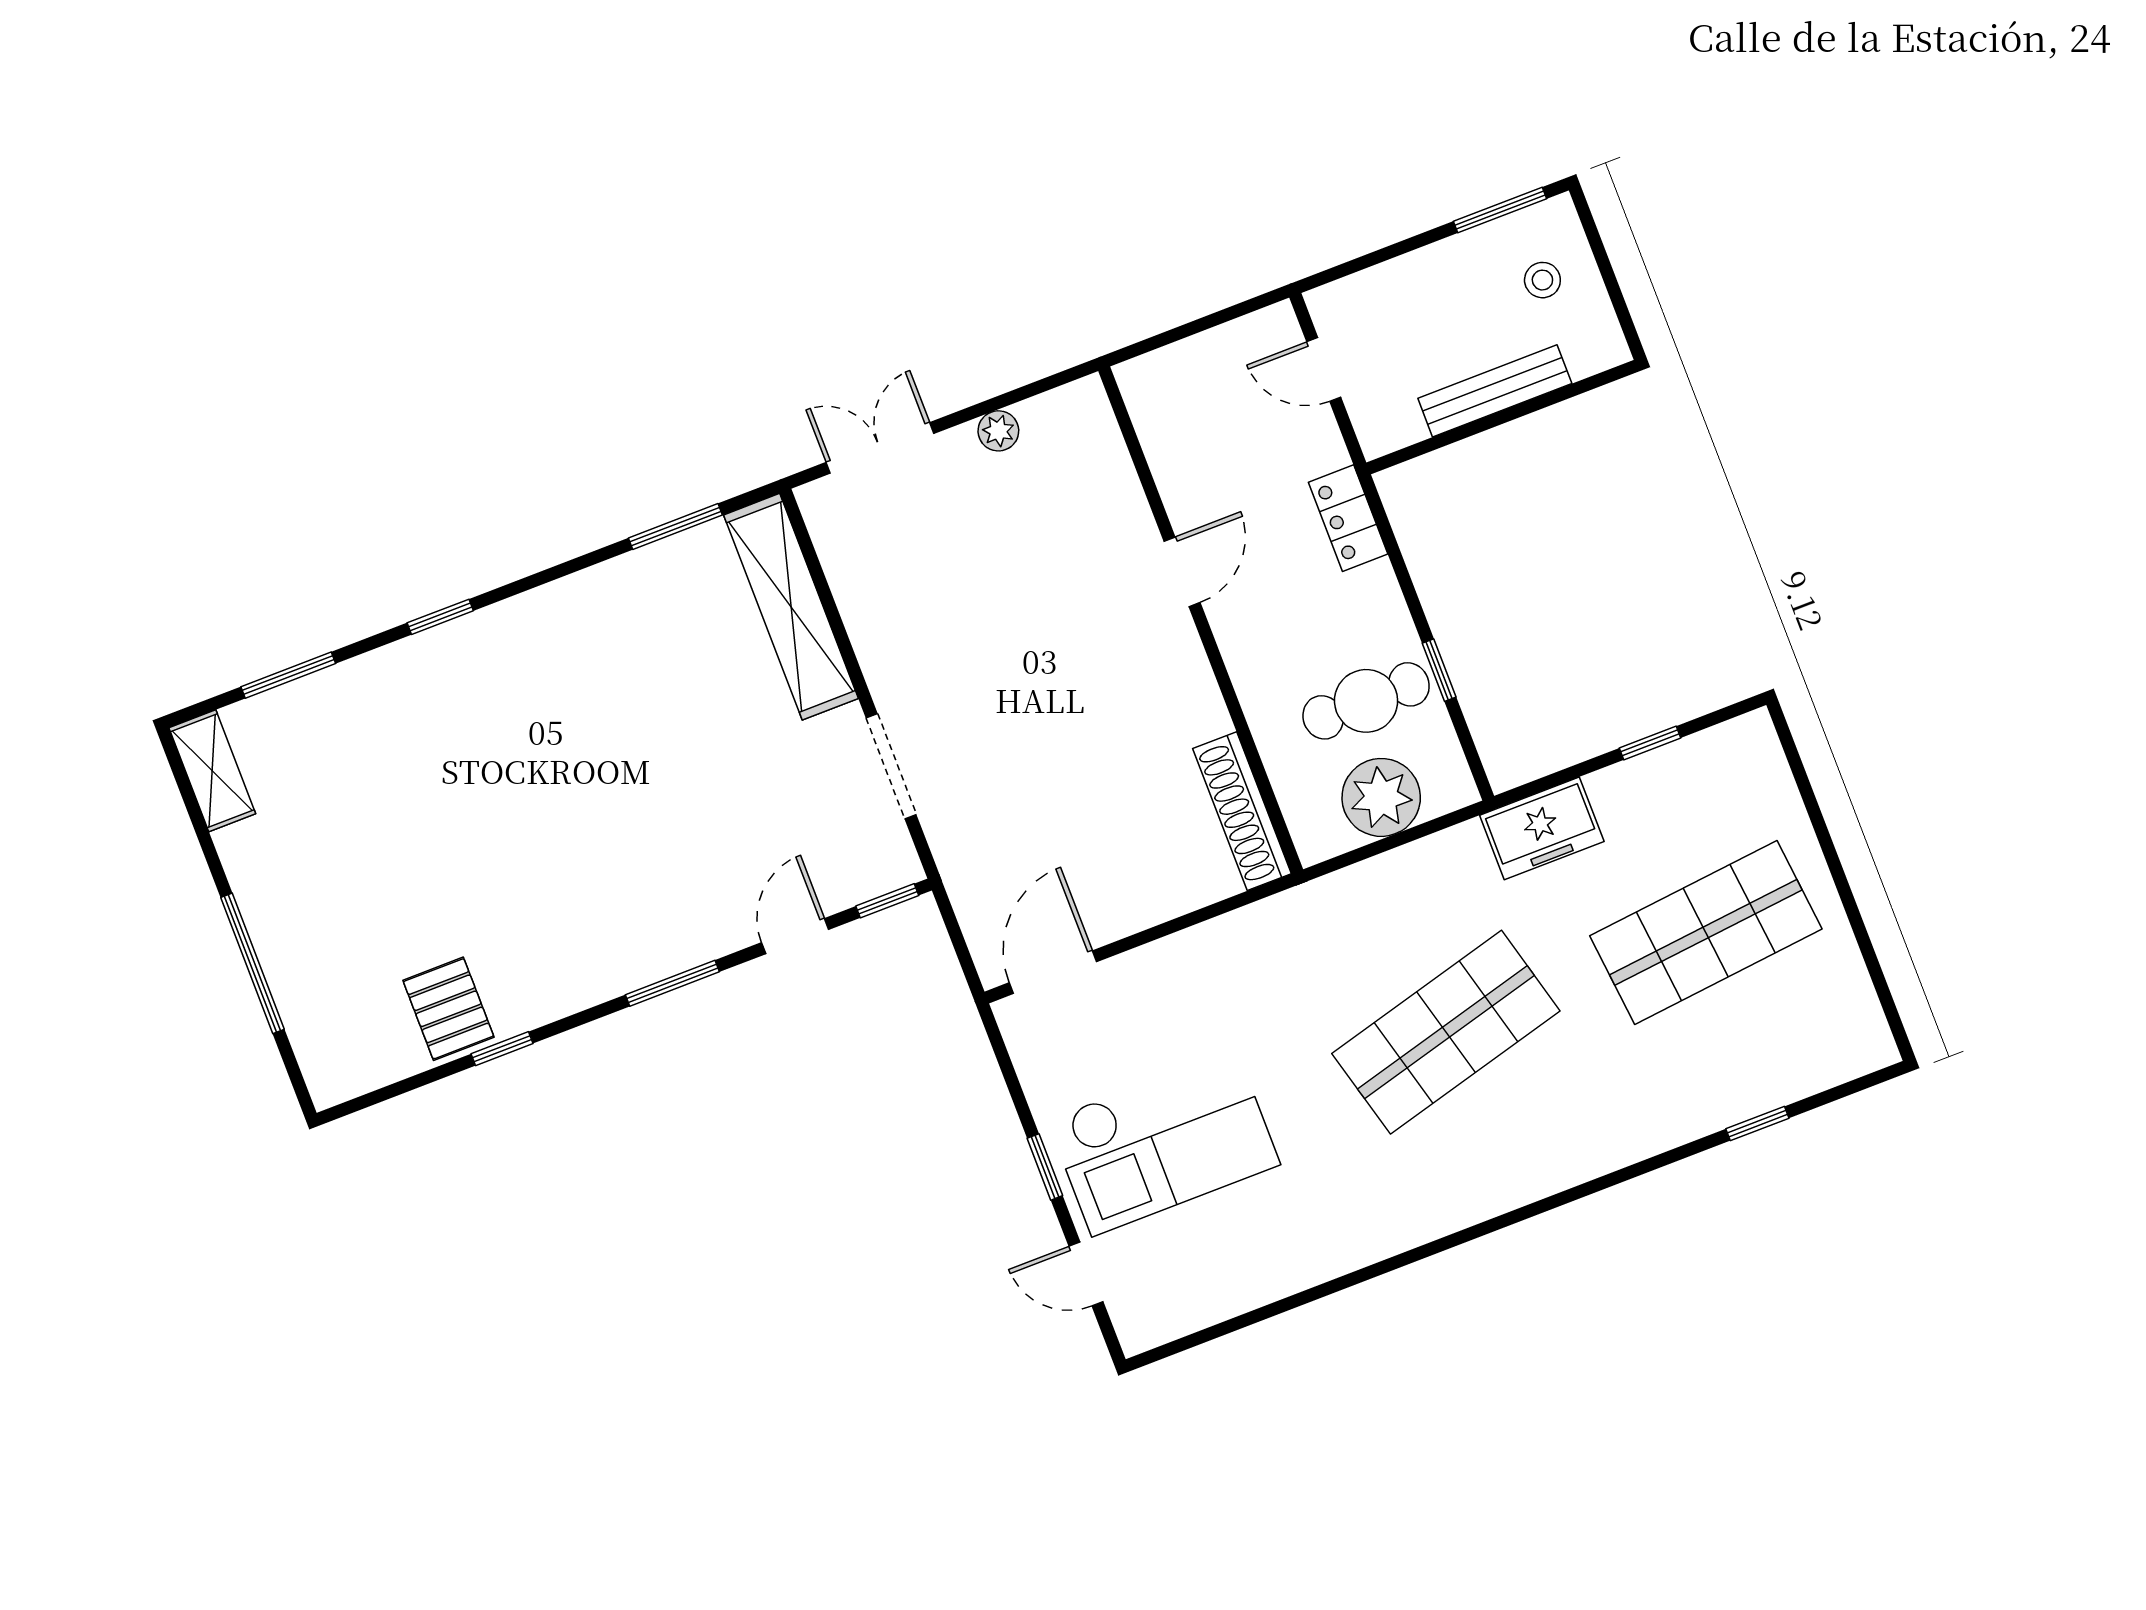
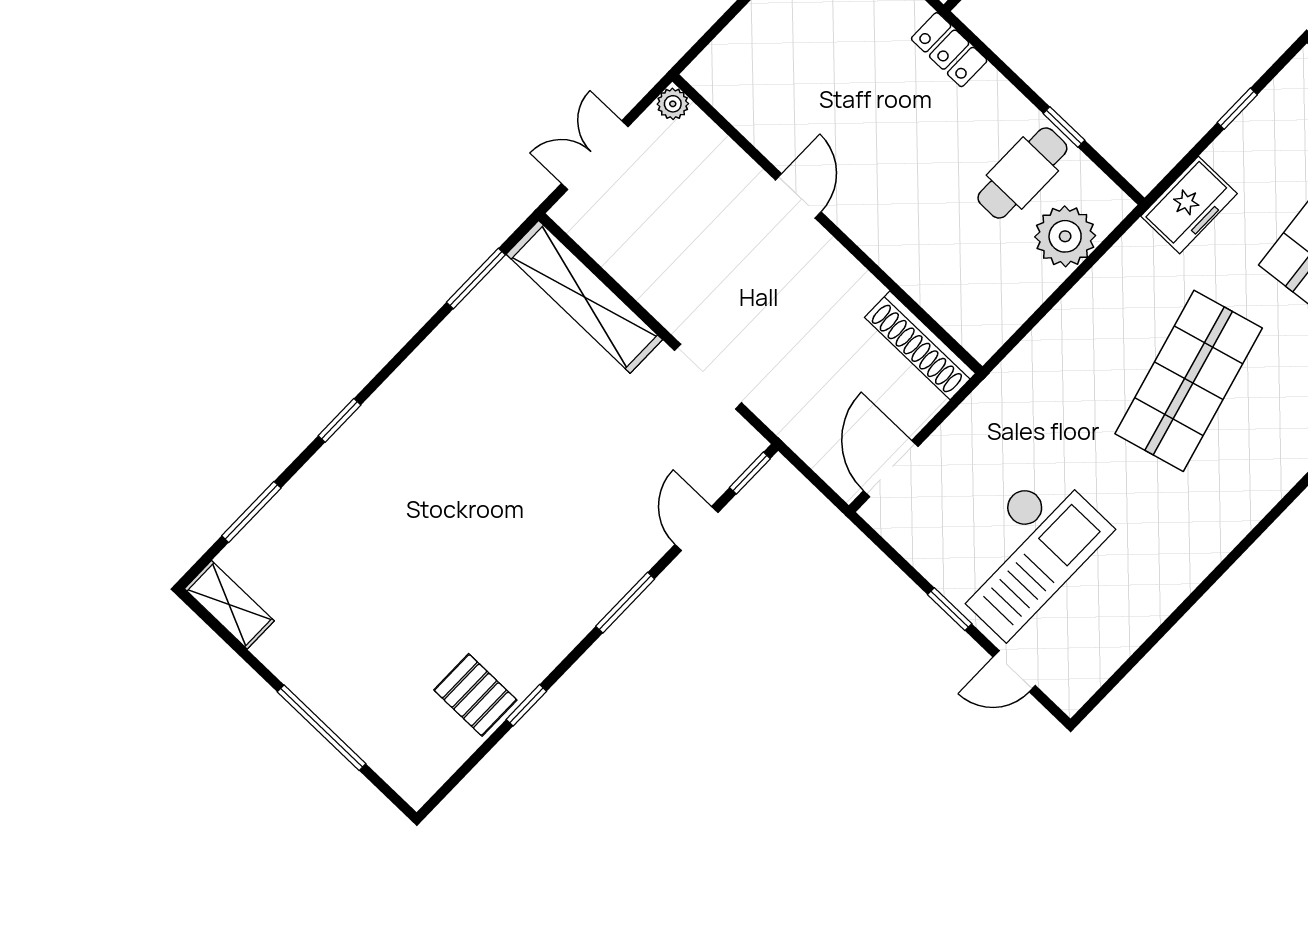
door: (1182, 572) -> (798, 196), moved
wall: (1201, 620) -> (827, 224), moved
shoe rack: (1242, 811) -> (920, 345), moved

